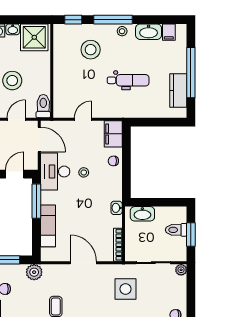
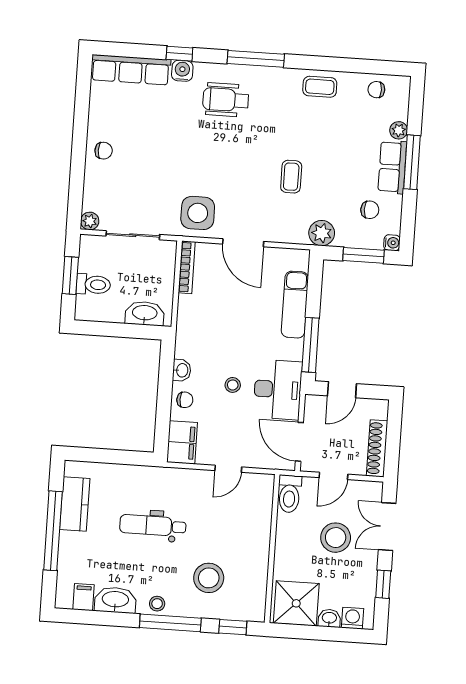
washbasin: (117, 208) -> (182, 370), moved
side table: (126, 289) -> (198, 213), moved

